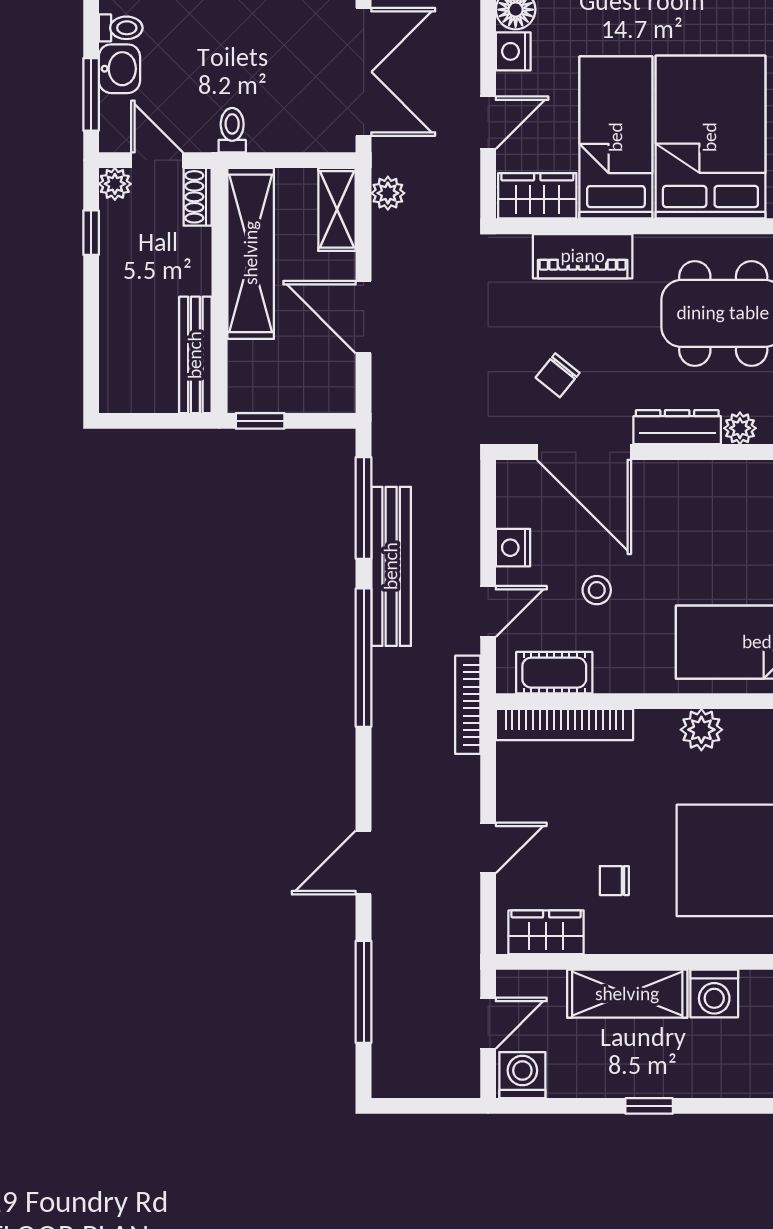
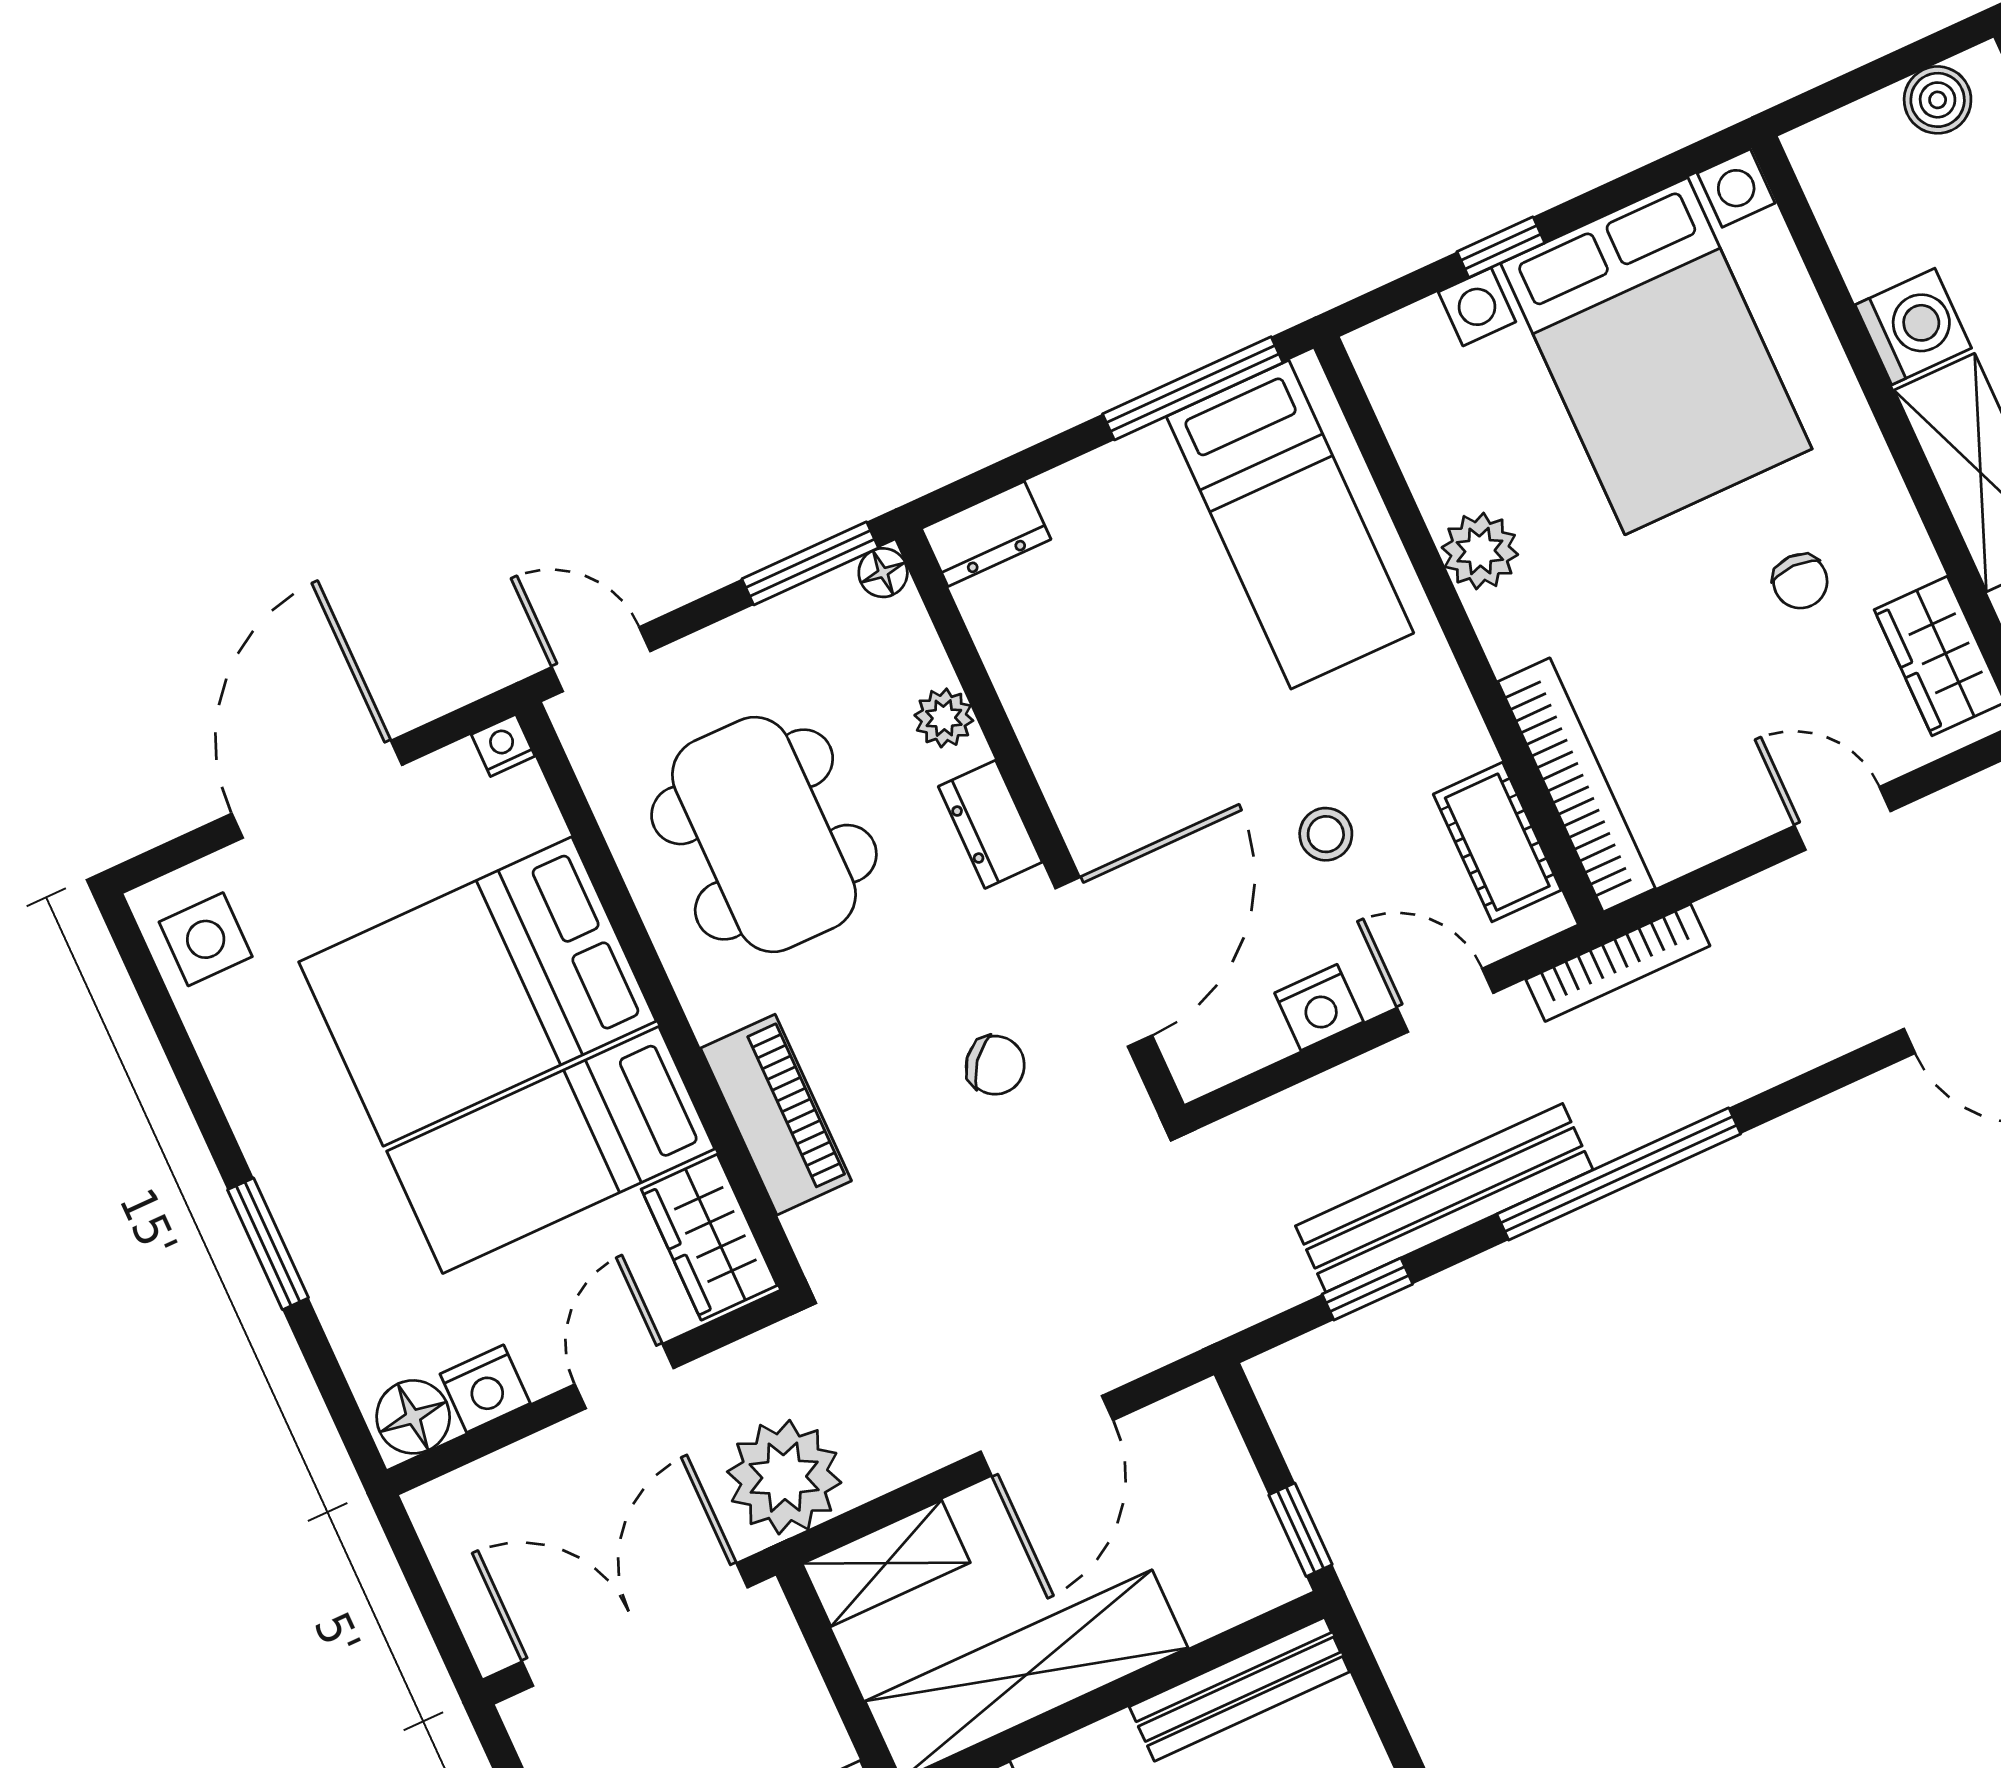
door: (488, 123) -> (624, 1376), hinge flipped
plant: (388, 193) -> (784, 1477), width x1.87, depth x1.87
dresser: (677, 427) -> (990, 824), width x0.70
window: (364, 508) -> (1367, 1289), width x0.46

